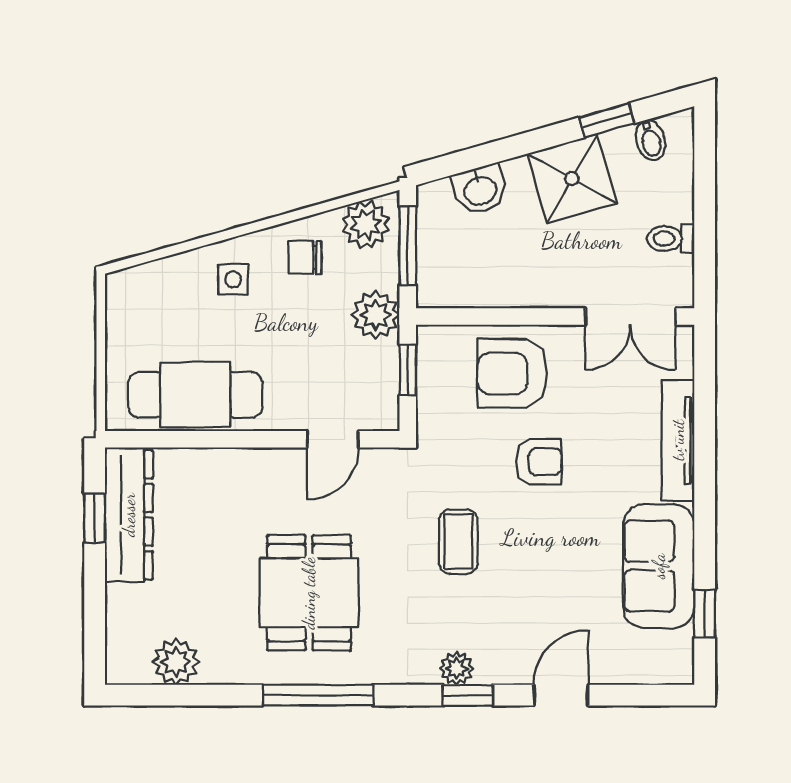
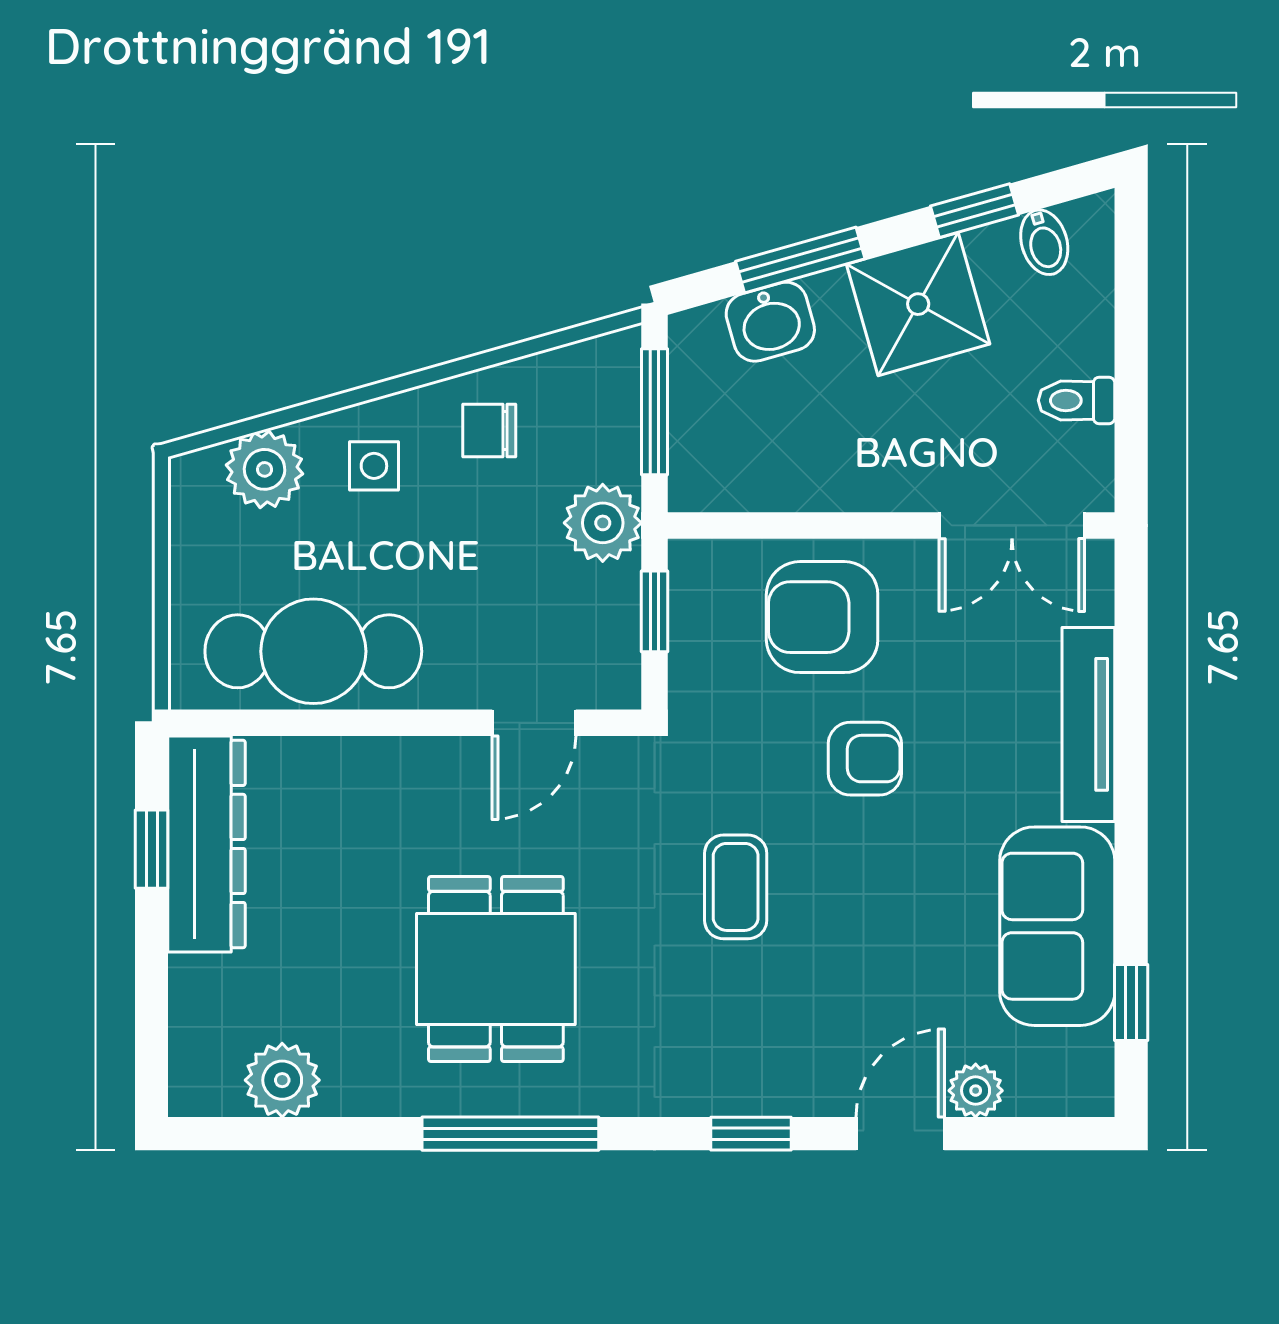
window: (499, 151) -> (800, 260), added
plant: (366, 225) -> (265, 469), moved
plant: (456, 668) -> (976, 1091), moved

